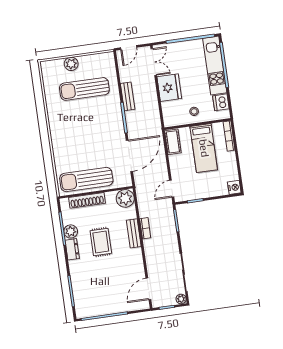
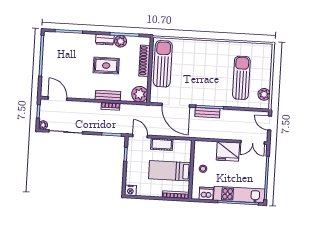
plant: (71, 64) -> (264, 94), moved
bench: (128, 96) -> (207, 113), moved
cot: (173, 142) -> (162, 144), moved

